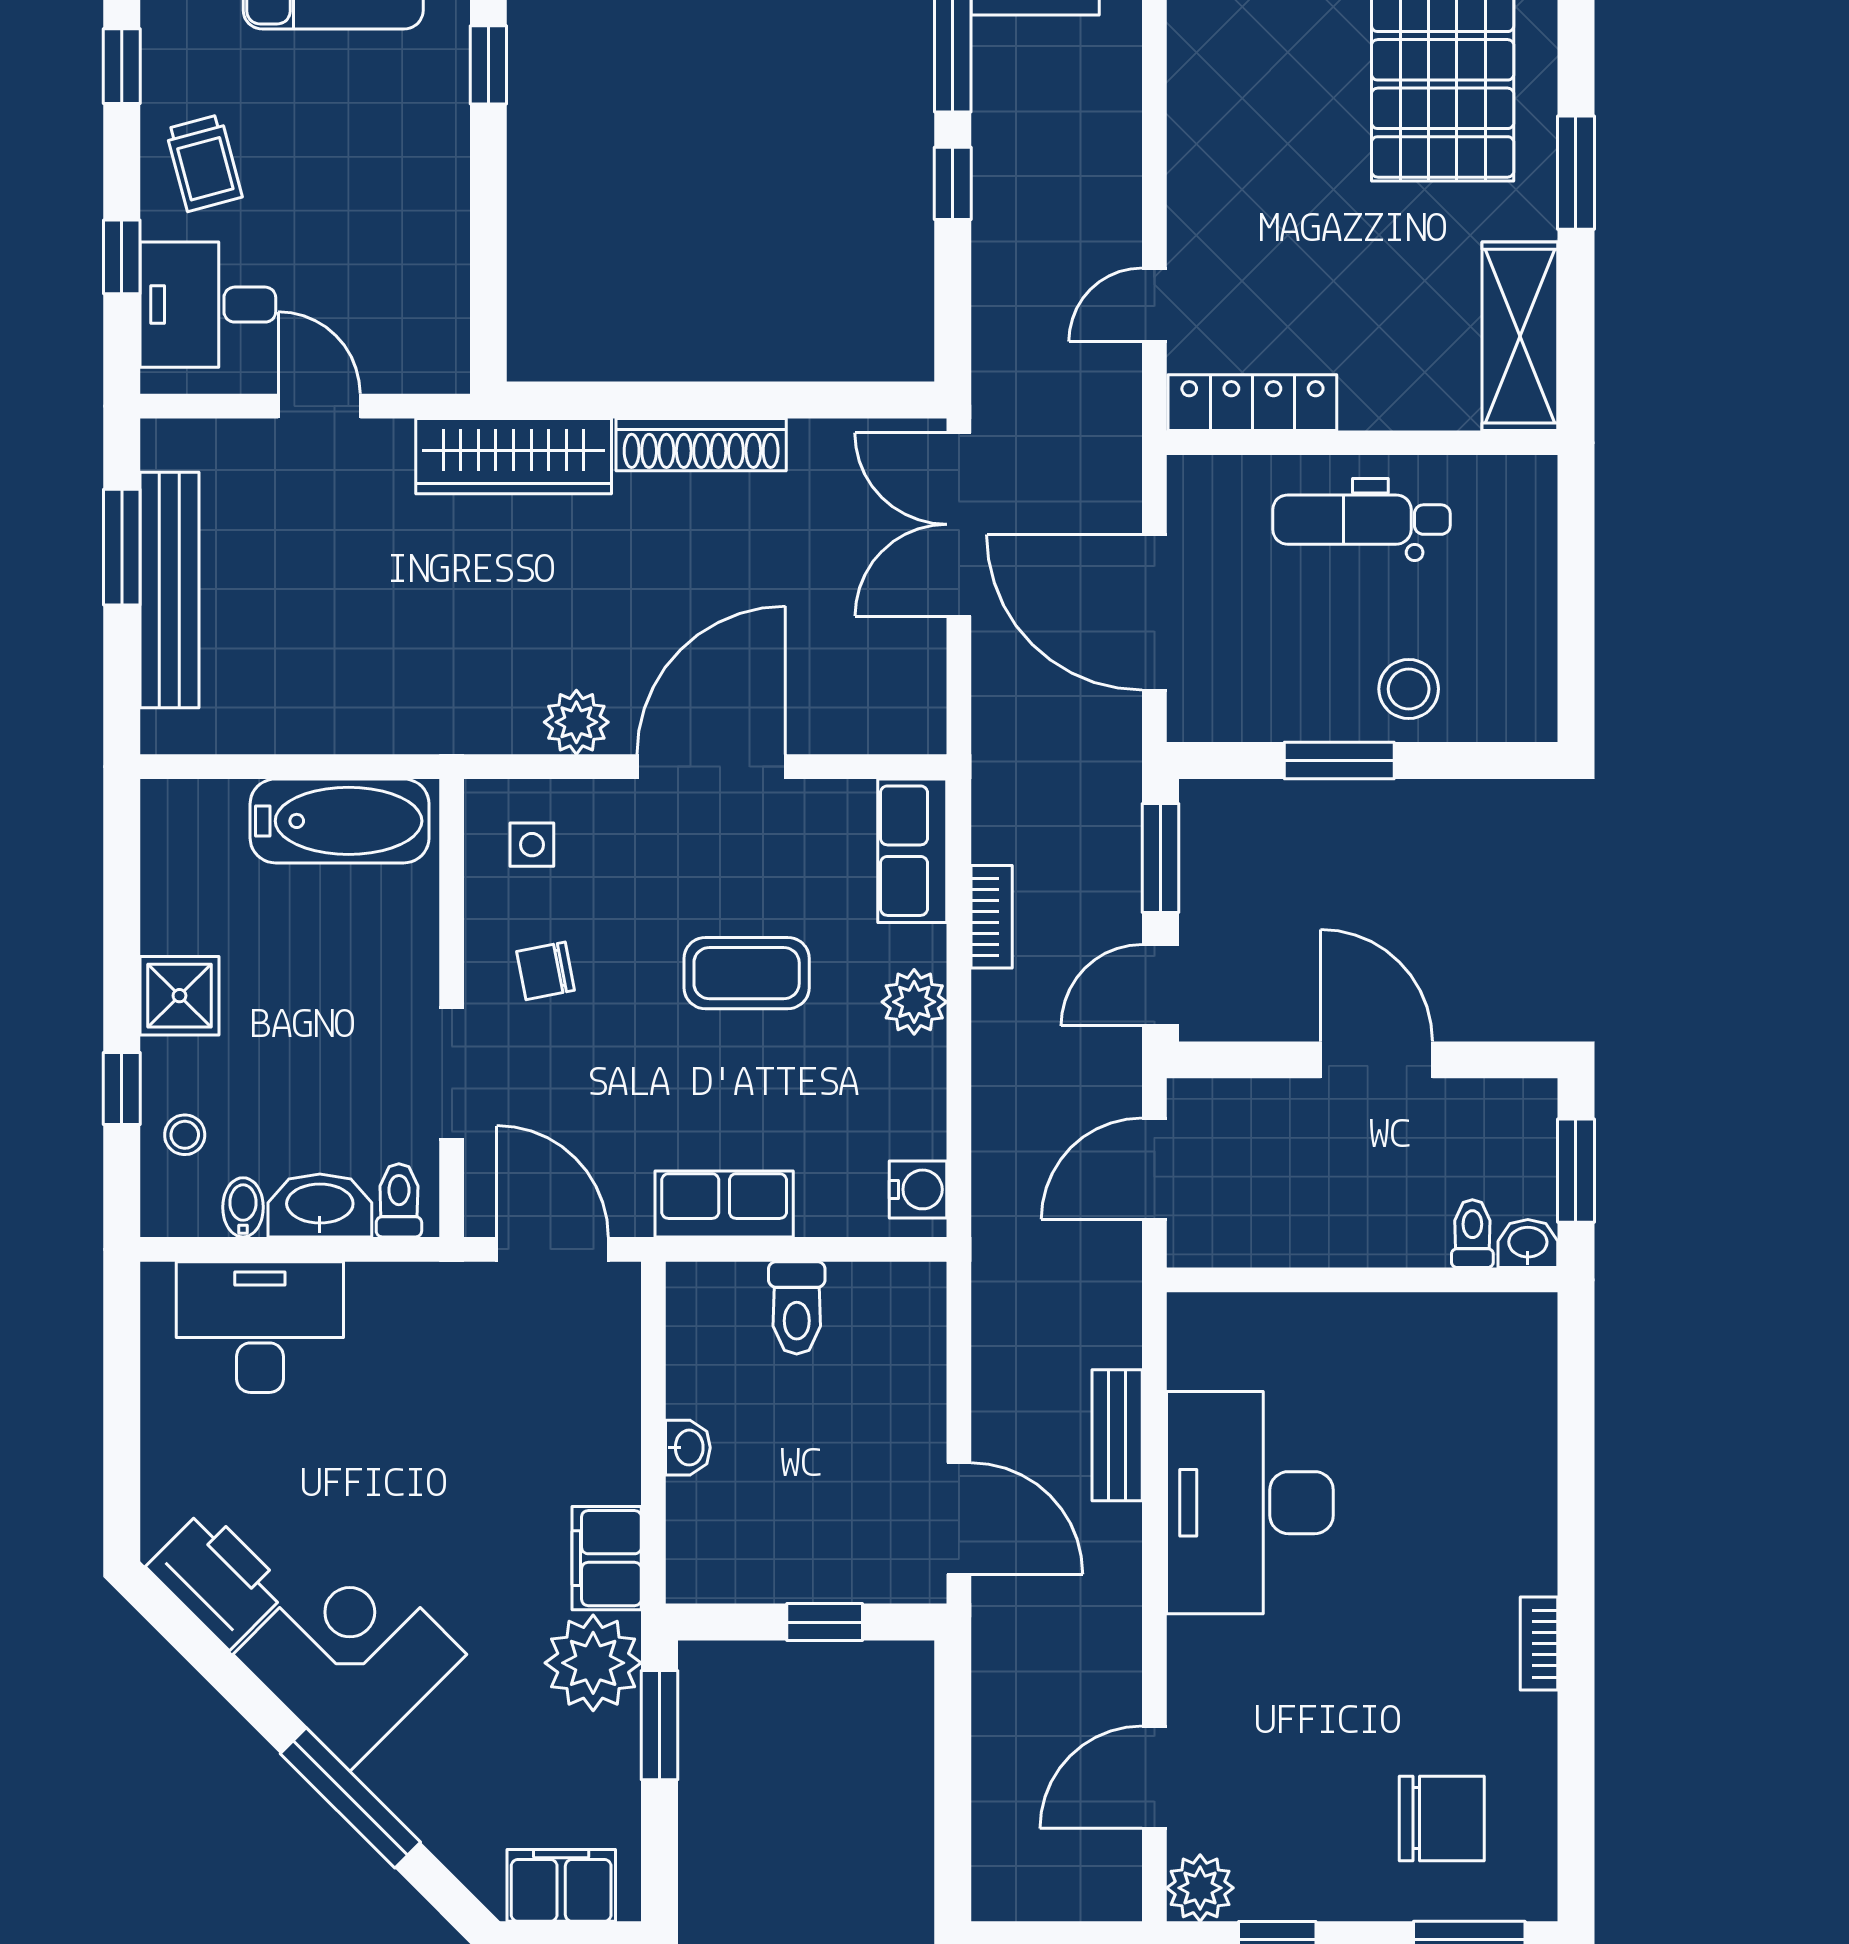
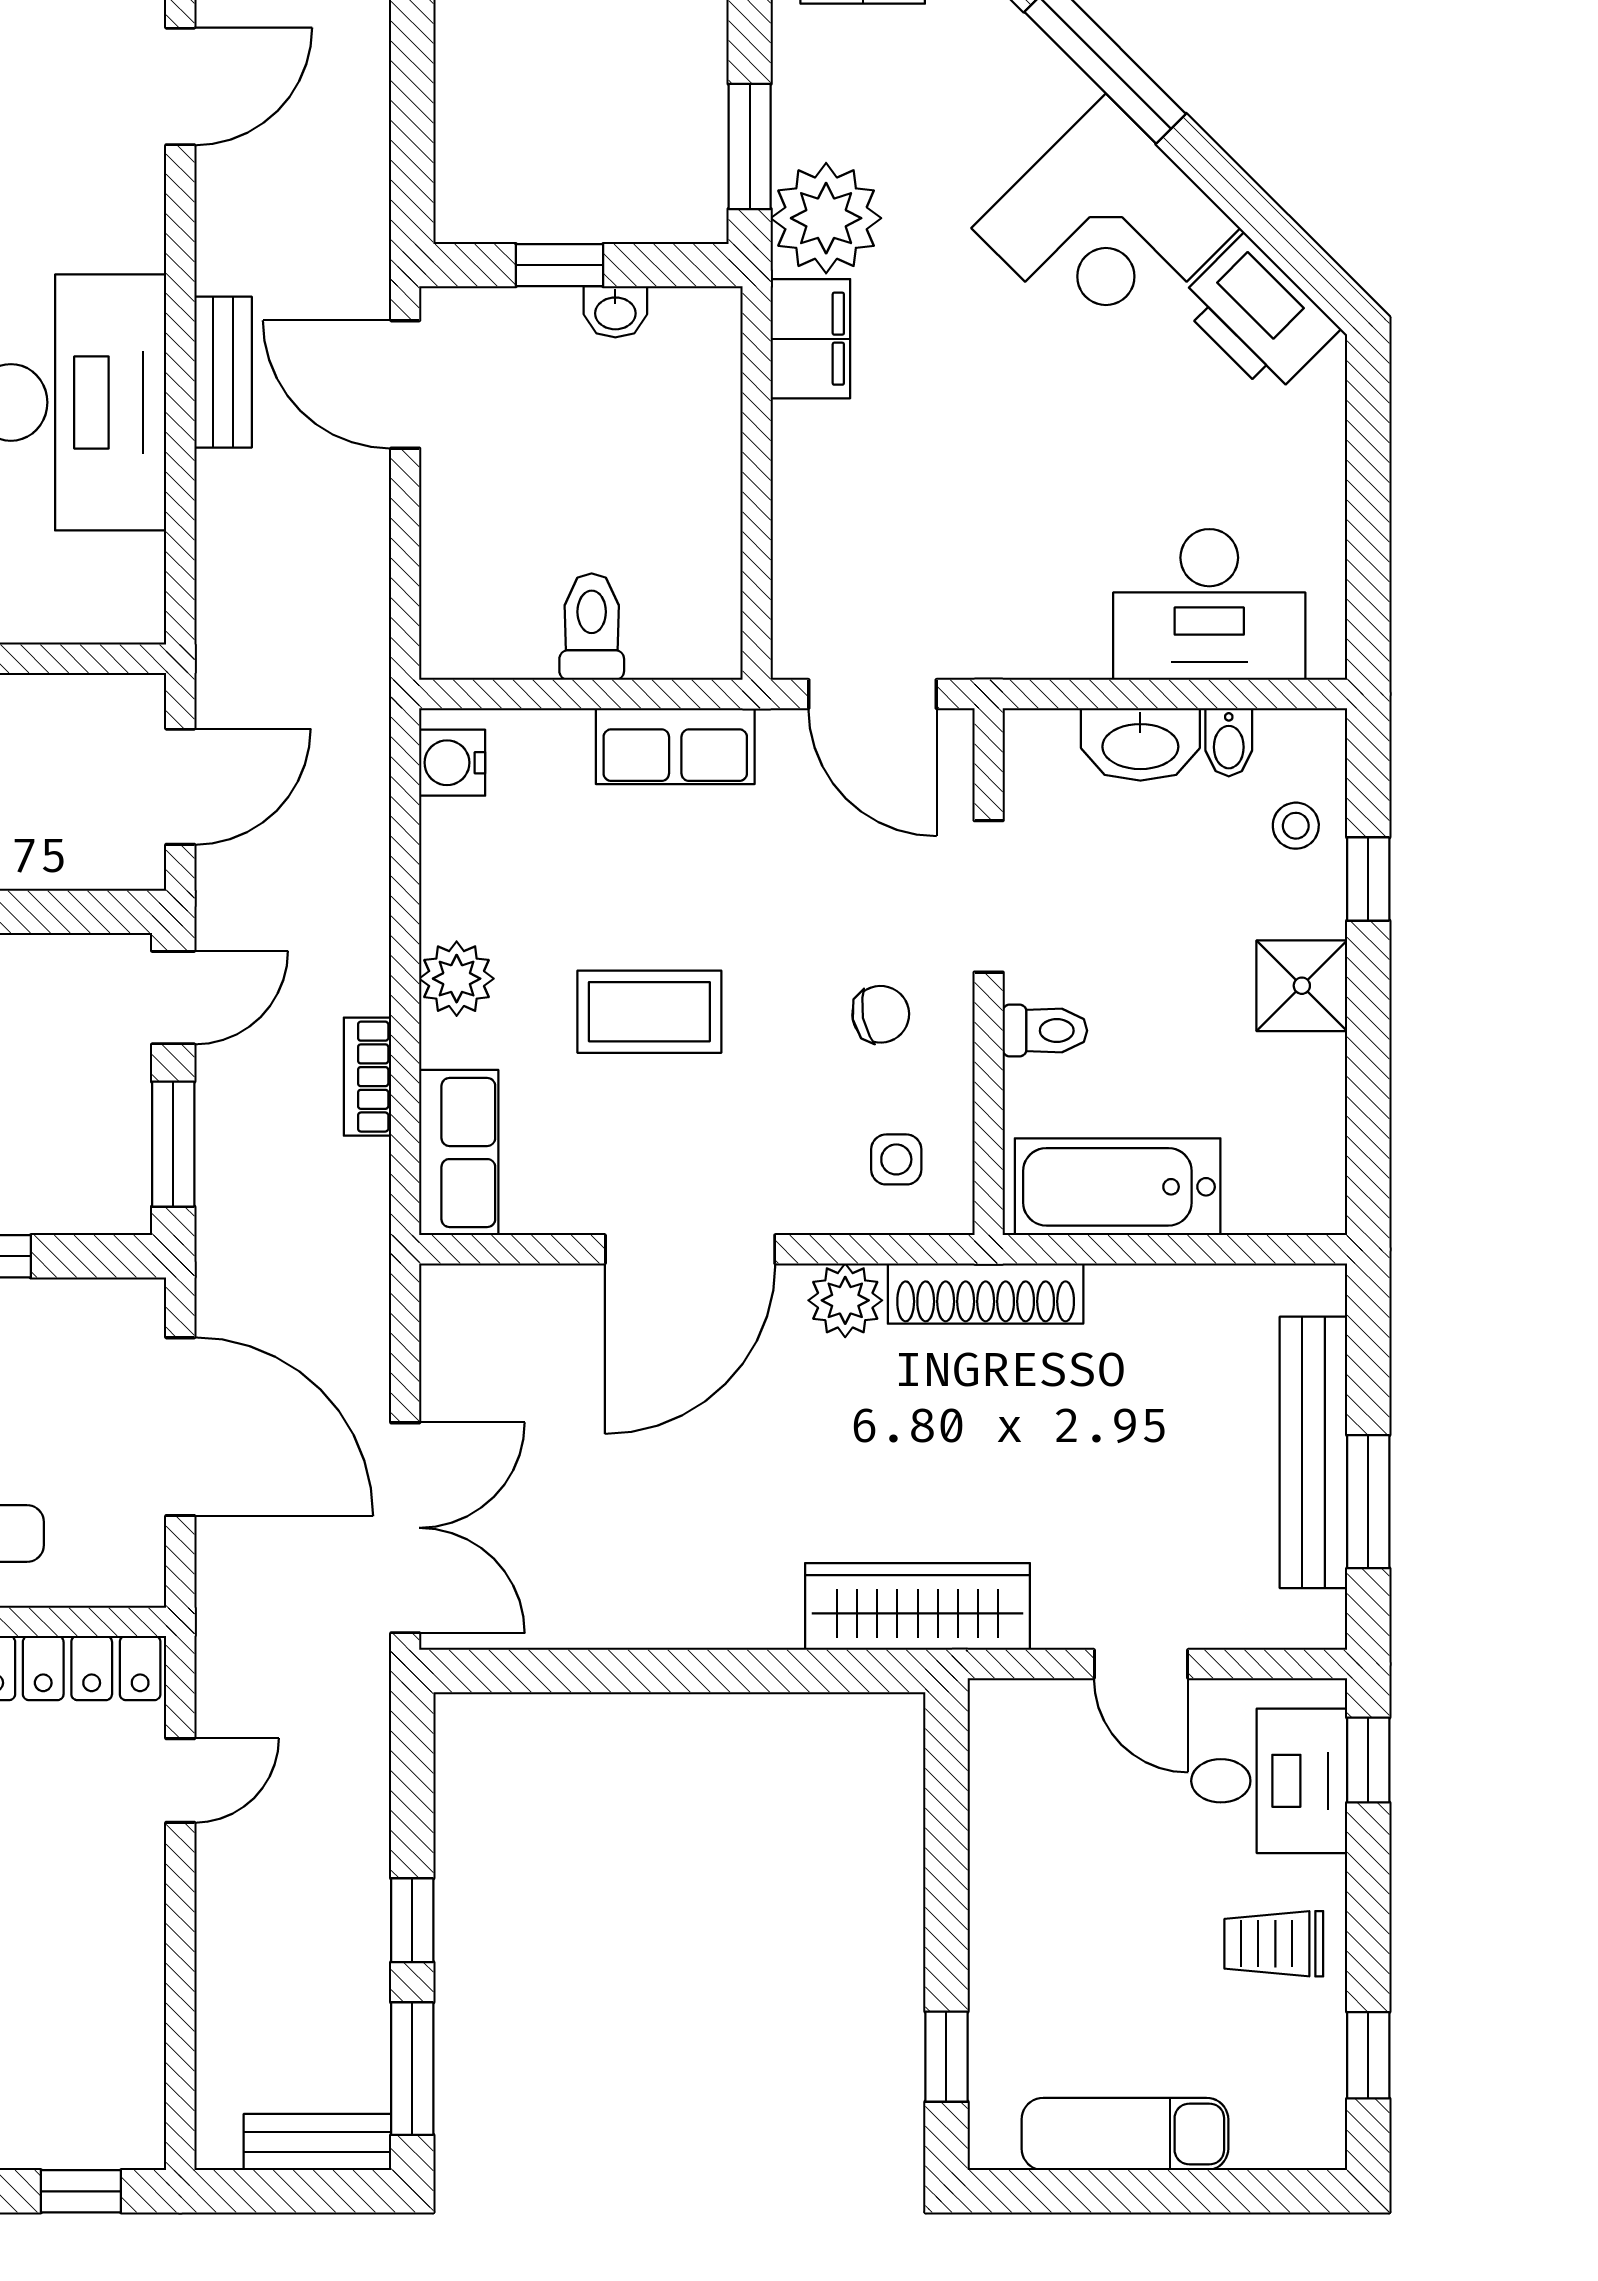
trolley: (204, 163) -> (1274, 1944), turned -75
window: (122, 257) -> (1368, 1760), moved
shoe rack: (701, 445) -> (986, 1294), moved, turned 180
toilet: (399, 1200) -> (1045, 1031), moved, turned -90
bench: (1117, 1435) -> (223, 372), moved
washbasin: (688, 1448) -> (615, 312), moved, turned -90

